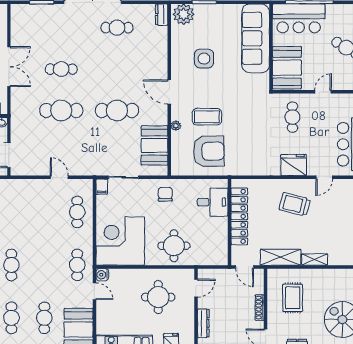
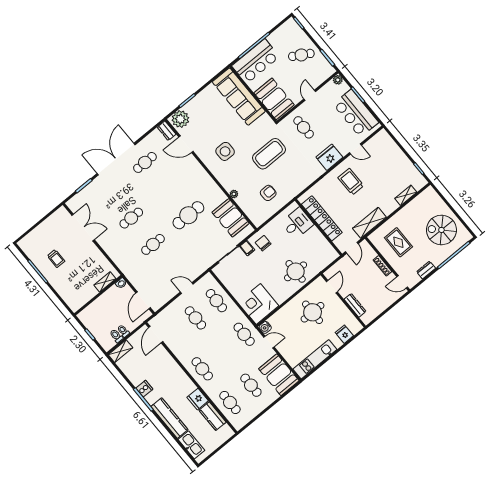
side table: (204, 59) -> (225, 151), moved
double door: (9, 67) -> (83, 227), moved
door: (169, 92) -> (186, 144), moved
cafe table: (61, 110) -> (153, 244), width x0.73, depth x0.74
coffee table: (207, 117) -> (269, 154), moved, width x1.36, depth x1.32
armchair: (209, 151) -> (268, 193), width x0.53, depth x0.53
door: (324, 177) -> (355, 149), hinge flipped
filing cabinet: (102, 187) -> (247, 248), moved
trolley: (295, 204) -> (351, 182), turned 76
cafe table: (44, 212) -> (195, 318), added
corner desk: (120, 241) -> (258, 304), width x0.74, depth x0.74
shelving: (315, 260) -> (406, 195), moved
door: (245, 267) -> (352, 248), hinge flipped

